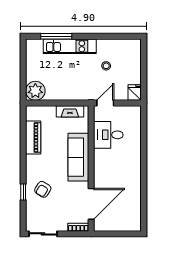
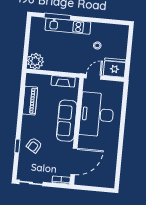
fridge: (135, 93) -> (115, 68), width x1.88, depth x1.34
desk: (108, 135) -> (97, 114), width x1.87, depth x1.30

